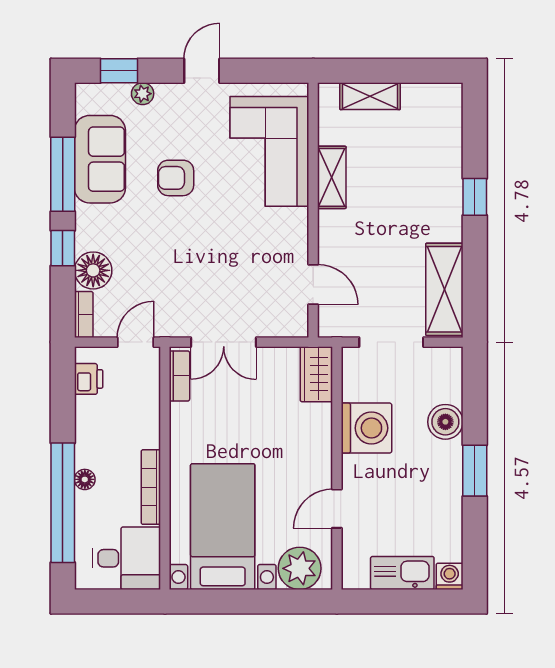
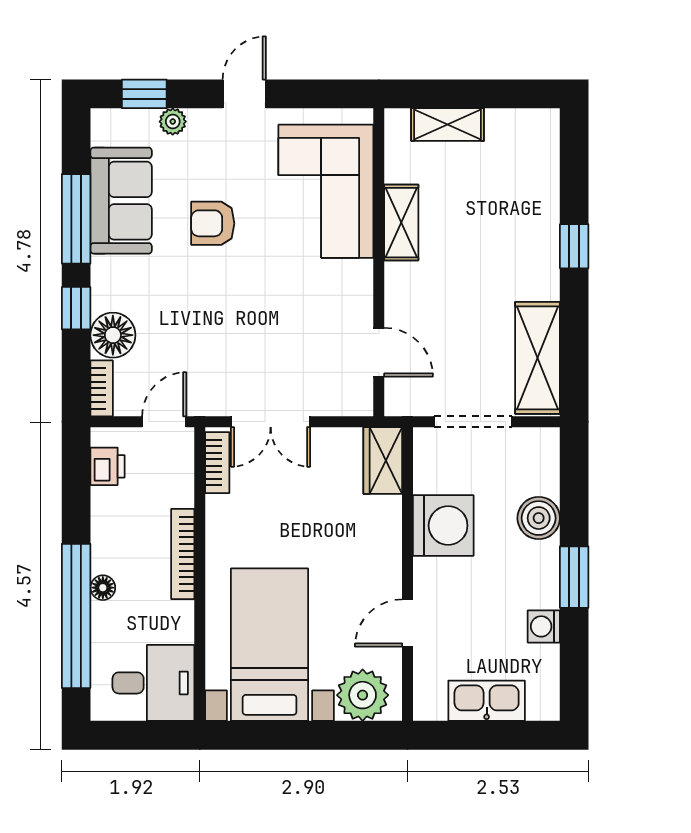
bookcase: (151, 487) -> (183, 554), moved
washing machine: (450, 576) -> (544, 626), moved, turned -90

